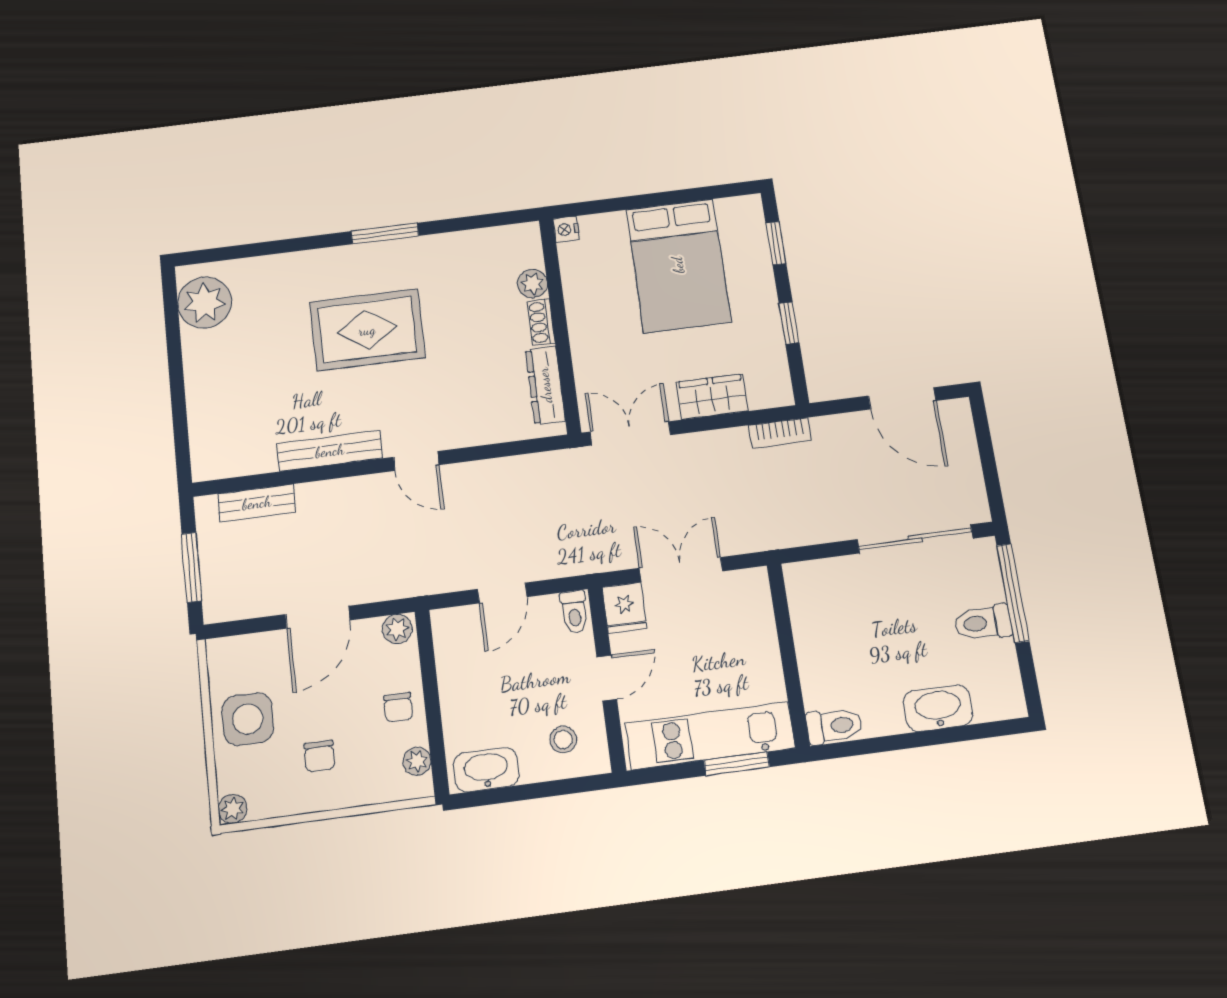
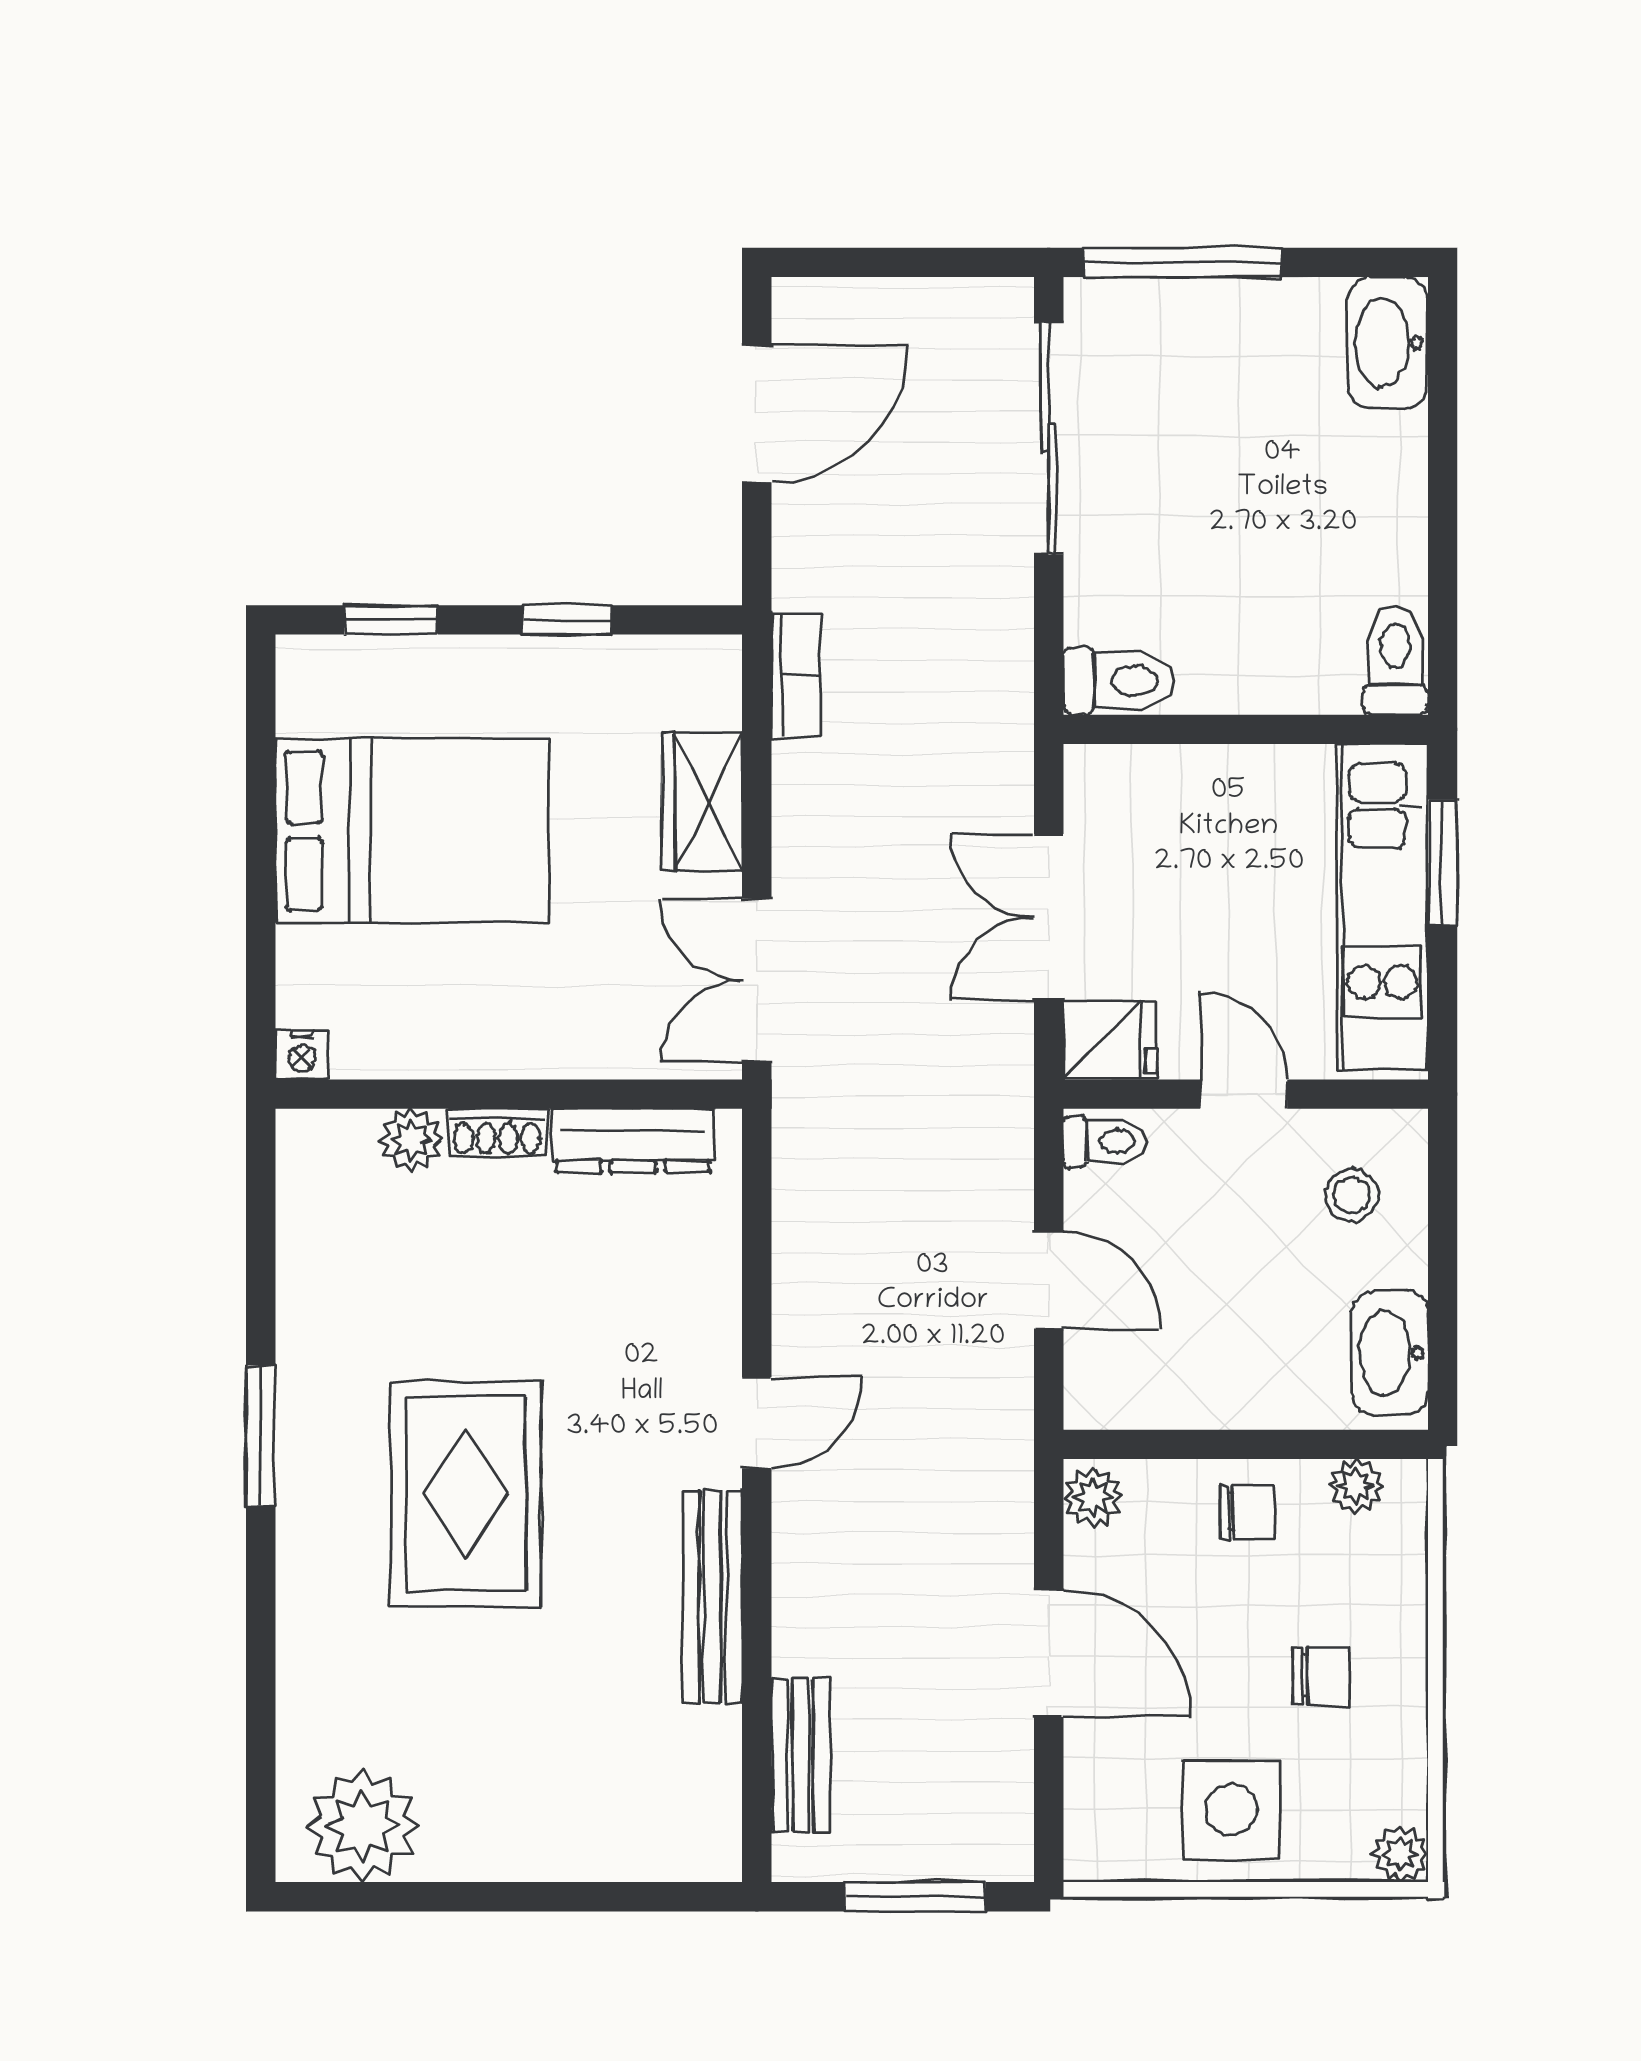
toilet: (983, 623) -> (1119, 681), moved, turned -90
washbasin: (938, 708) -> (1388, 343), moved

